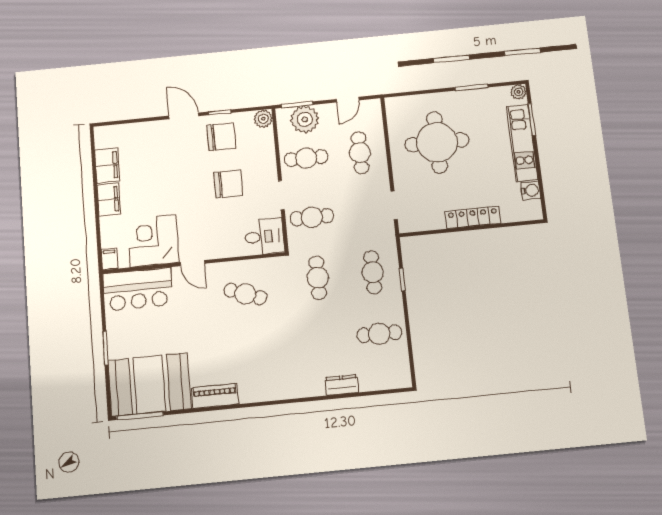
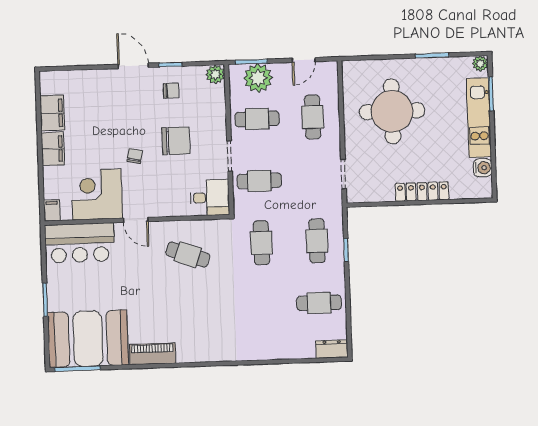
chair: (221, 137) -> (171, 91), width x0.54, depth x0.54
chair: (189, 201) -> (135, 156), added
dresser: (342, 385) -> (332, 349), moved

